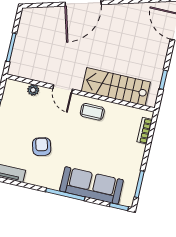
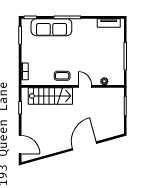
armchair: (42, 147) -> (90, 45), removed

